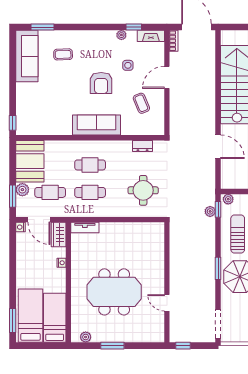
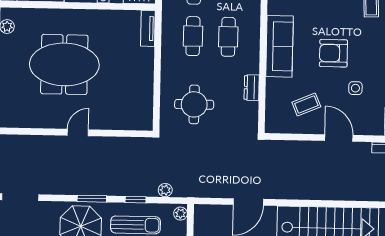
dresser: (143, 146) -> (252, 88), moved
window: (218, 209) -> (136, 200), moved
meeting table: (114, 292) -> (64, 64), turned 90
door: (167, 303) -> (78, 132), moved

